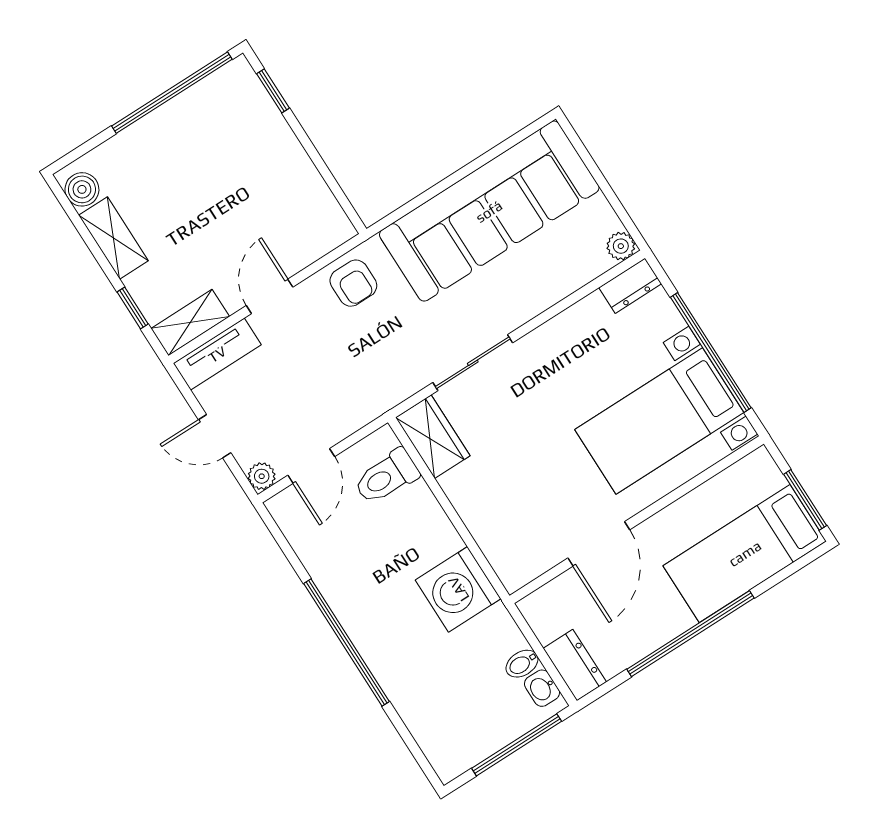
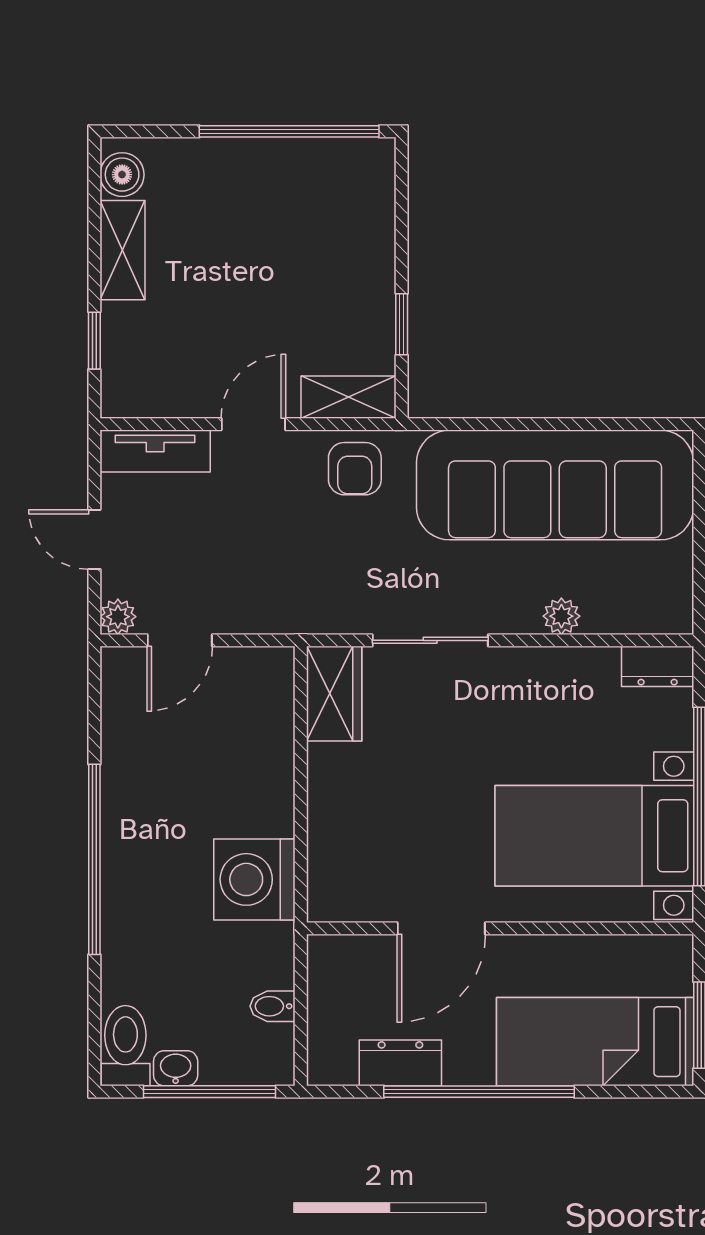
window: (273, 91) -> (402, 324), moved
plant: (621, 246) -> (561, 616), moved
shelving: (190, 322) -> (348, 397), moved
toilet: (386, 477) -> (125, 1046), moved, turned 90
dresser: (575, 665) -> (400, 1063), moved, turned -90
washbasin: (542, 688) -> (176, 1068), moved, turned 90

